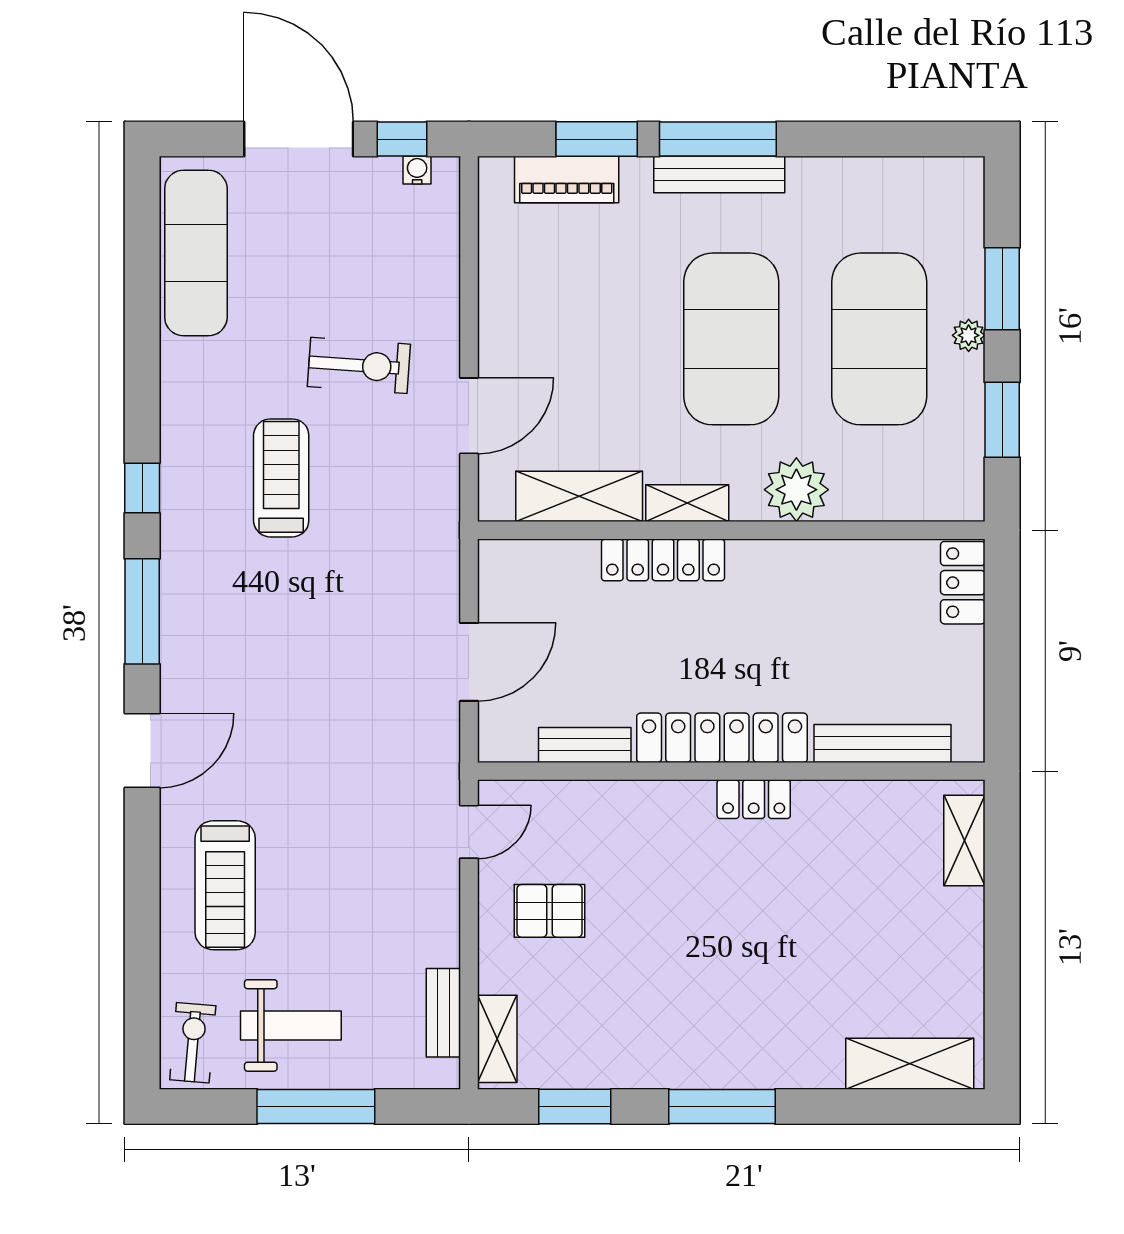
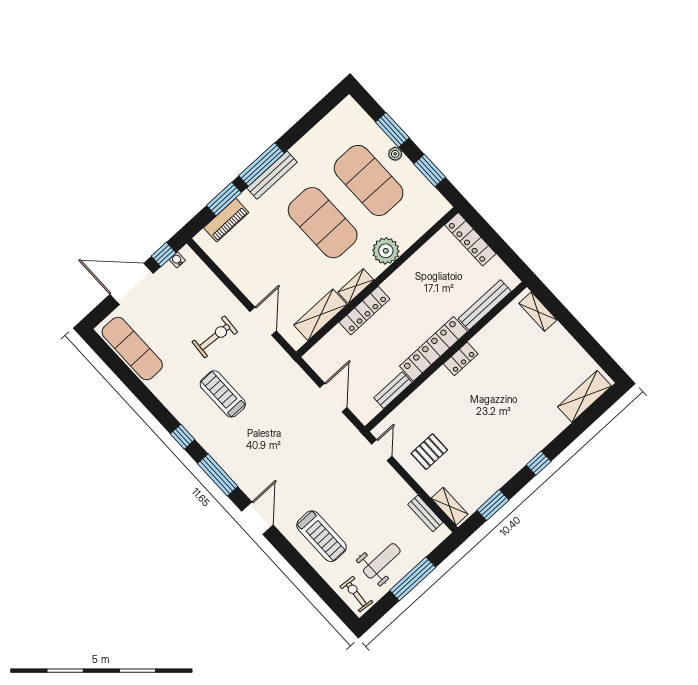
locker: (963, 583) -> (470, 239), width x1.53
window: (722, 1107) -> (539, 463), width x0.46

